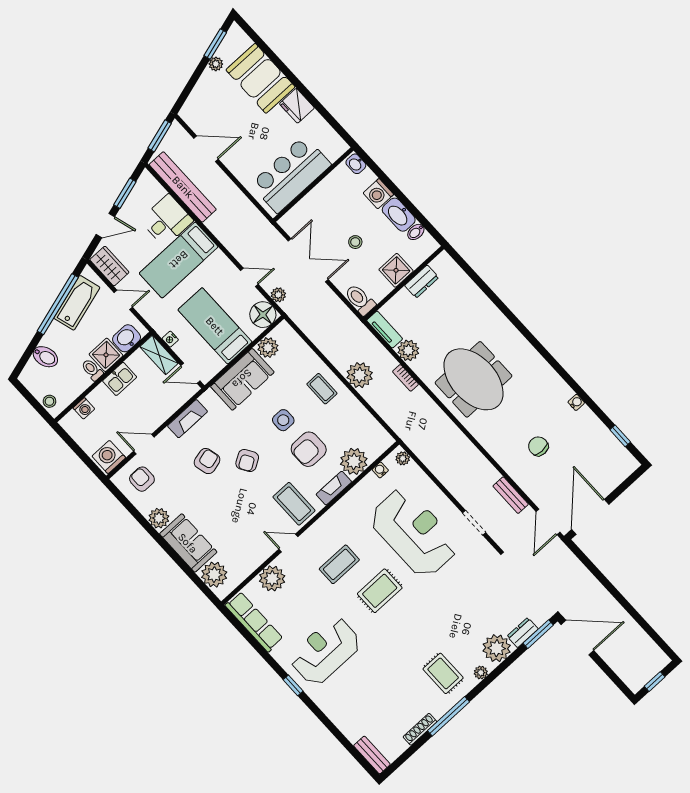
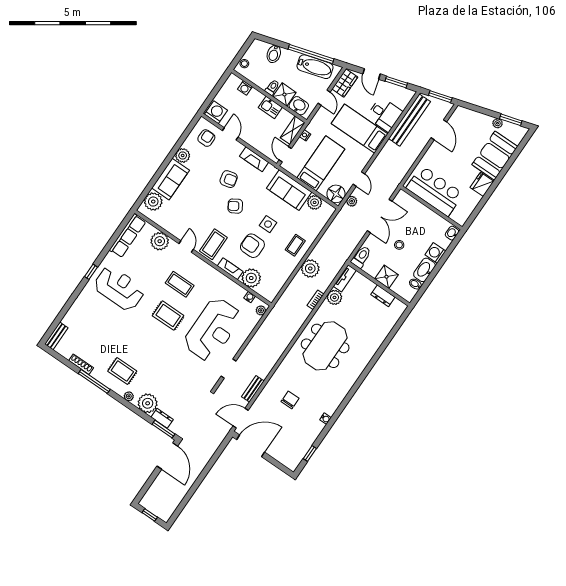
rug: (443, 673) -> (122, 371), turned 90

